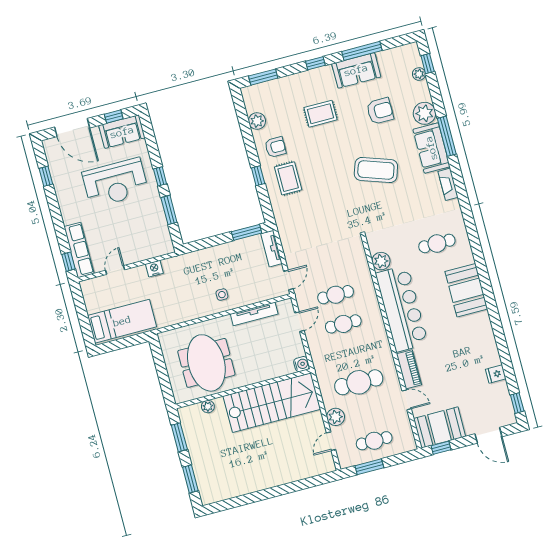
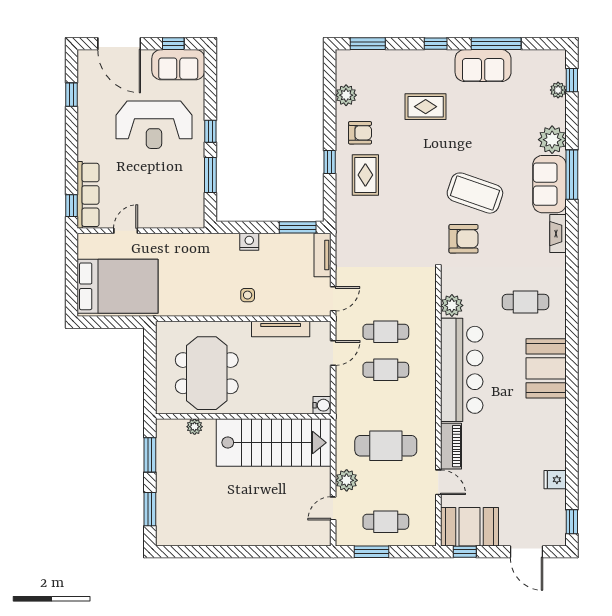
armchair: (380, 111) -> (463, 239), moved
nightstand: (154, 269) -> (249, 242), moved
bed: (122, 321) -> (118, 286), width x1.50

